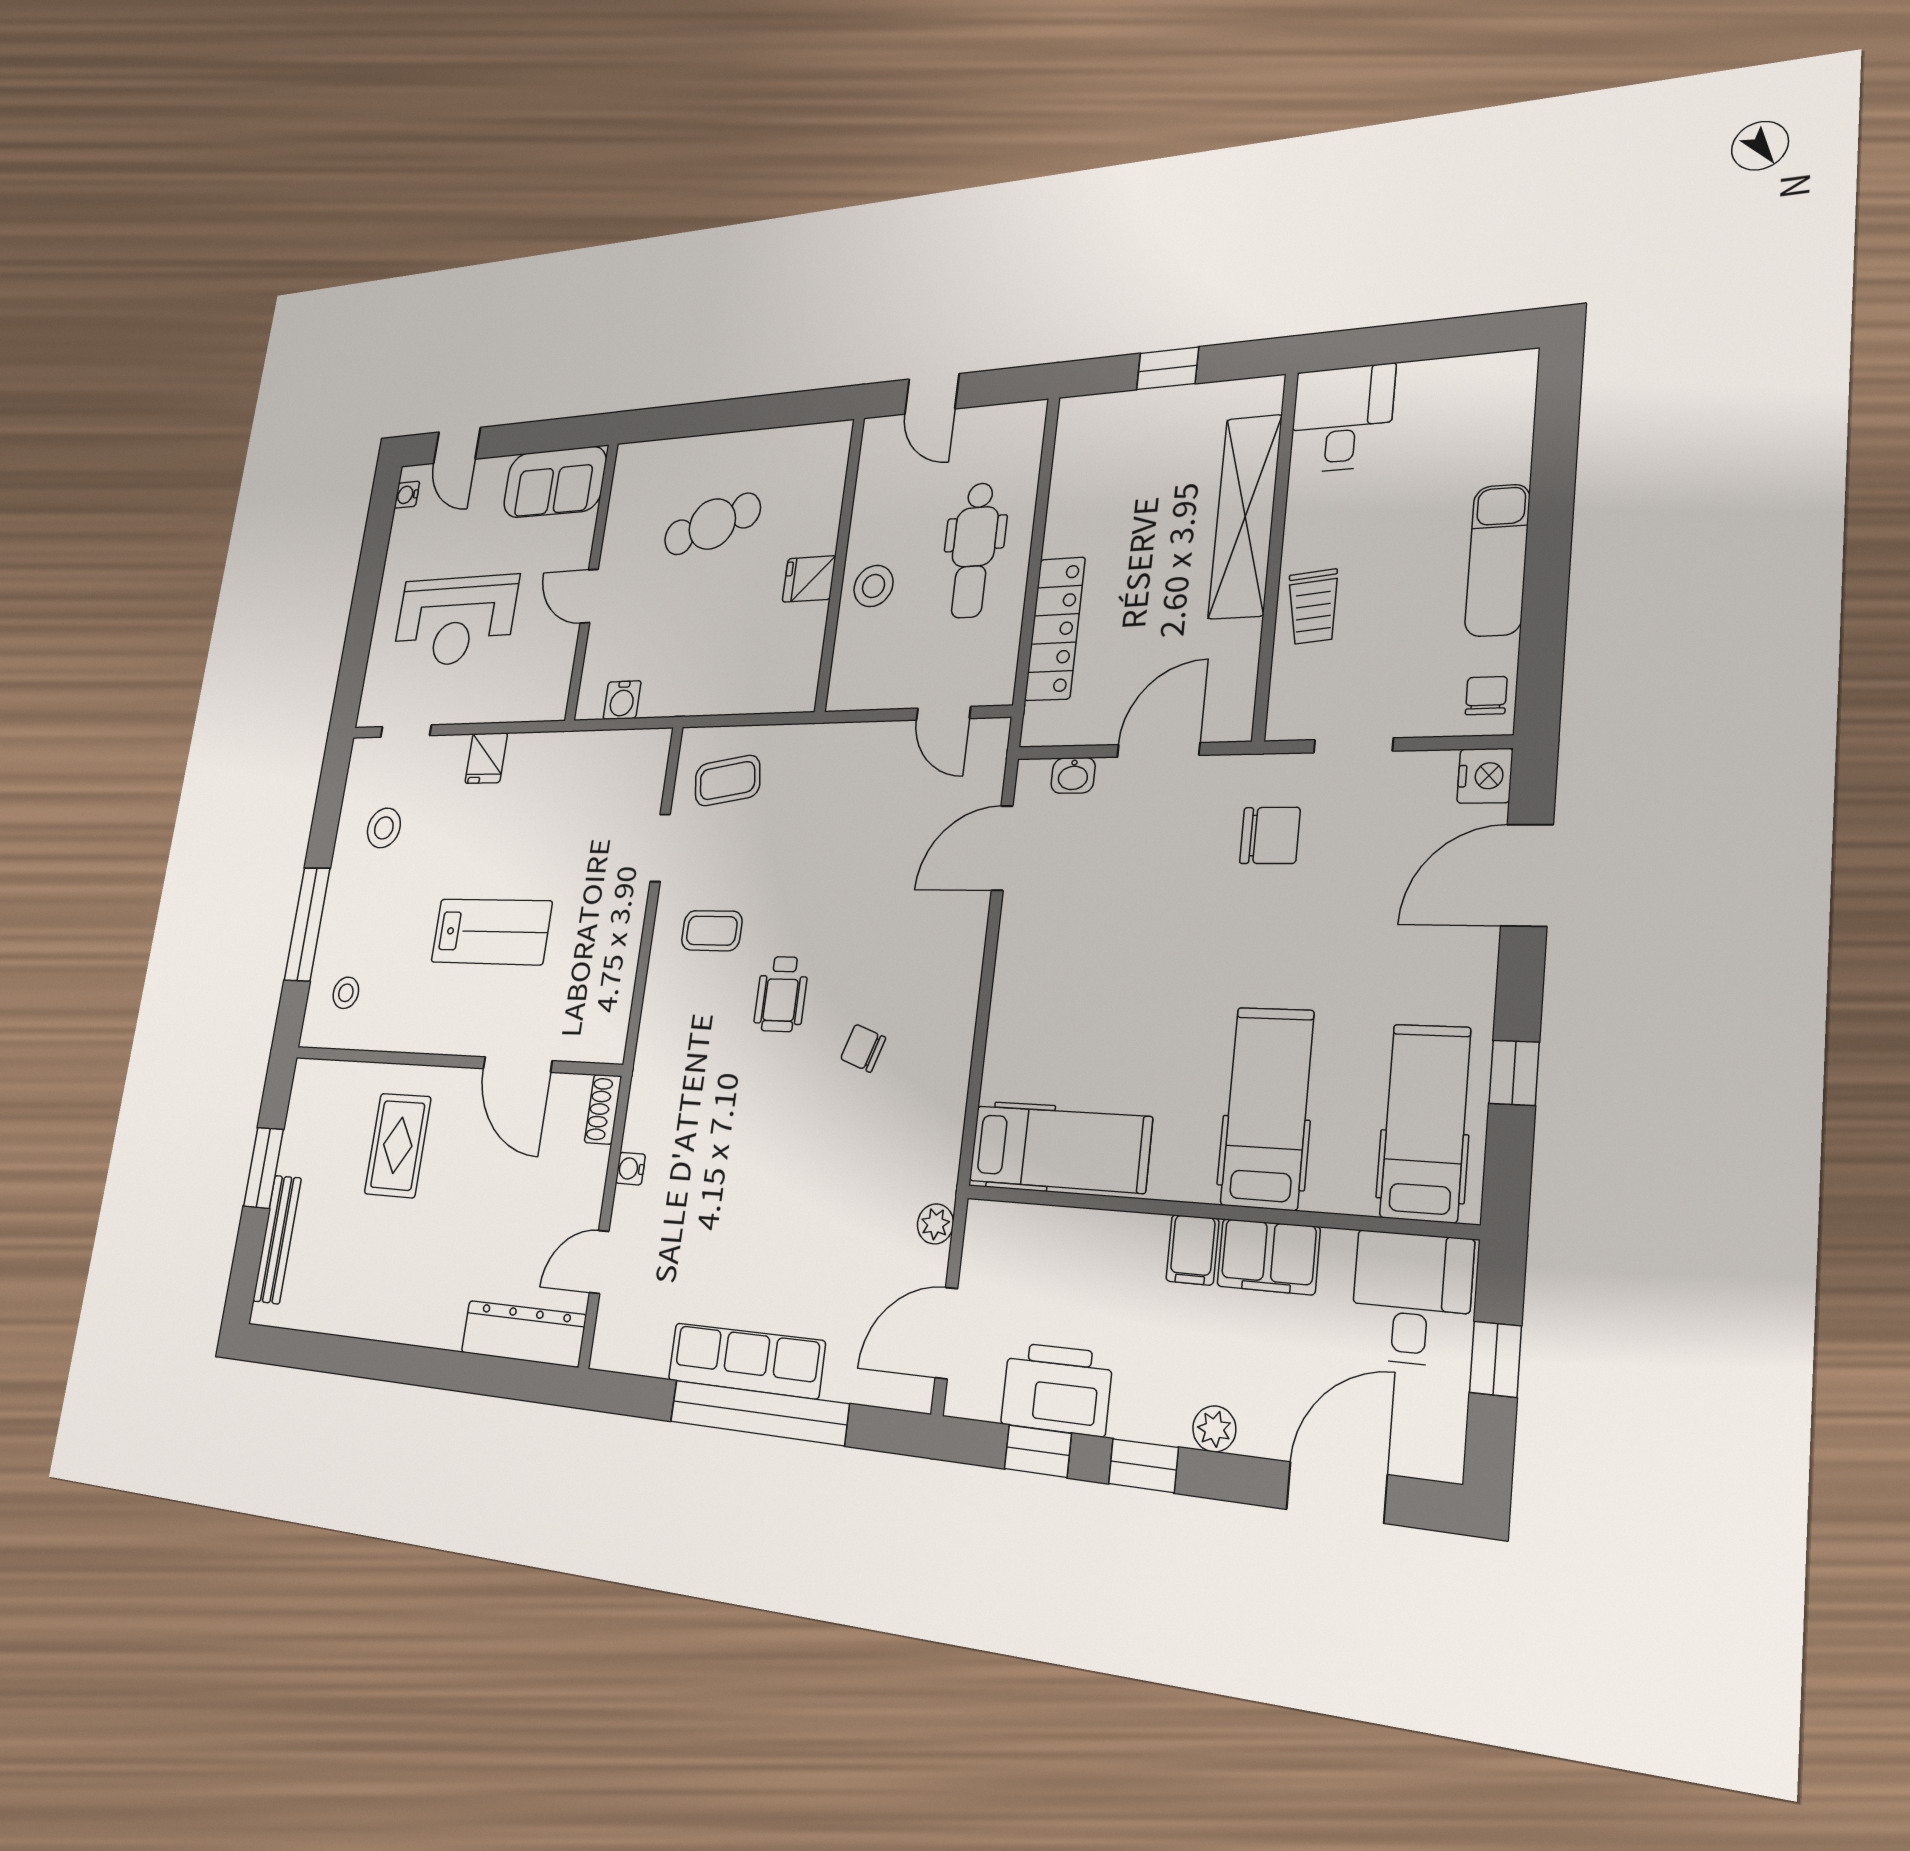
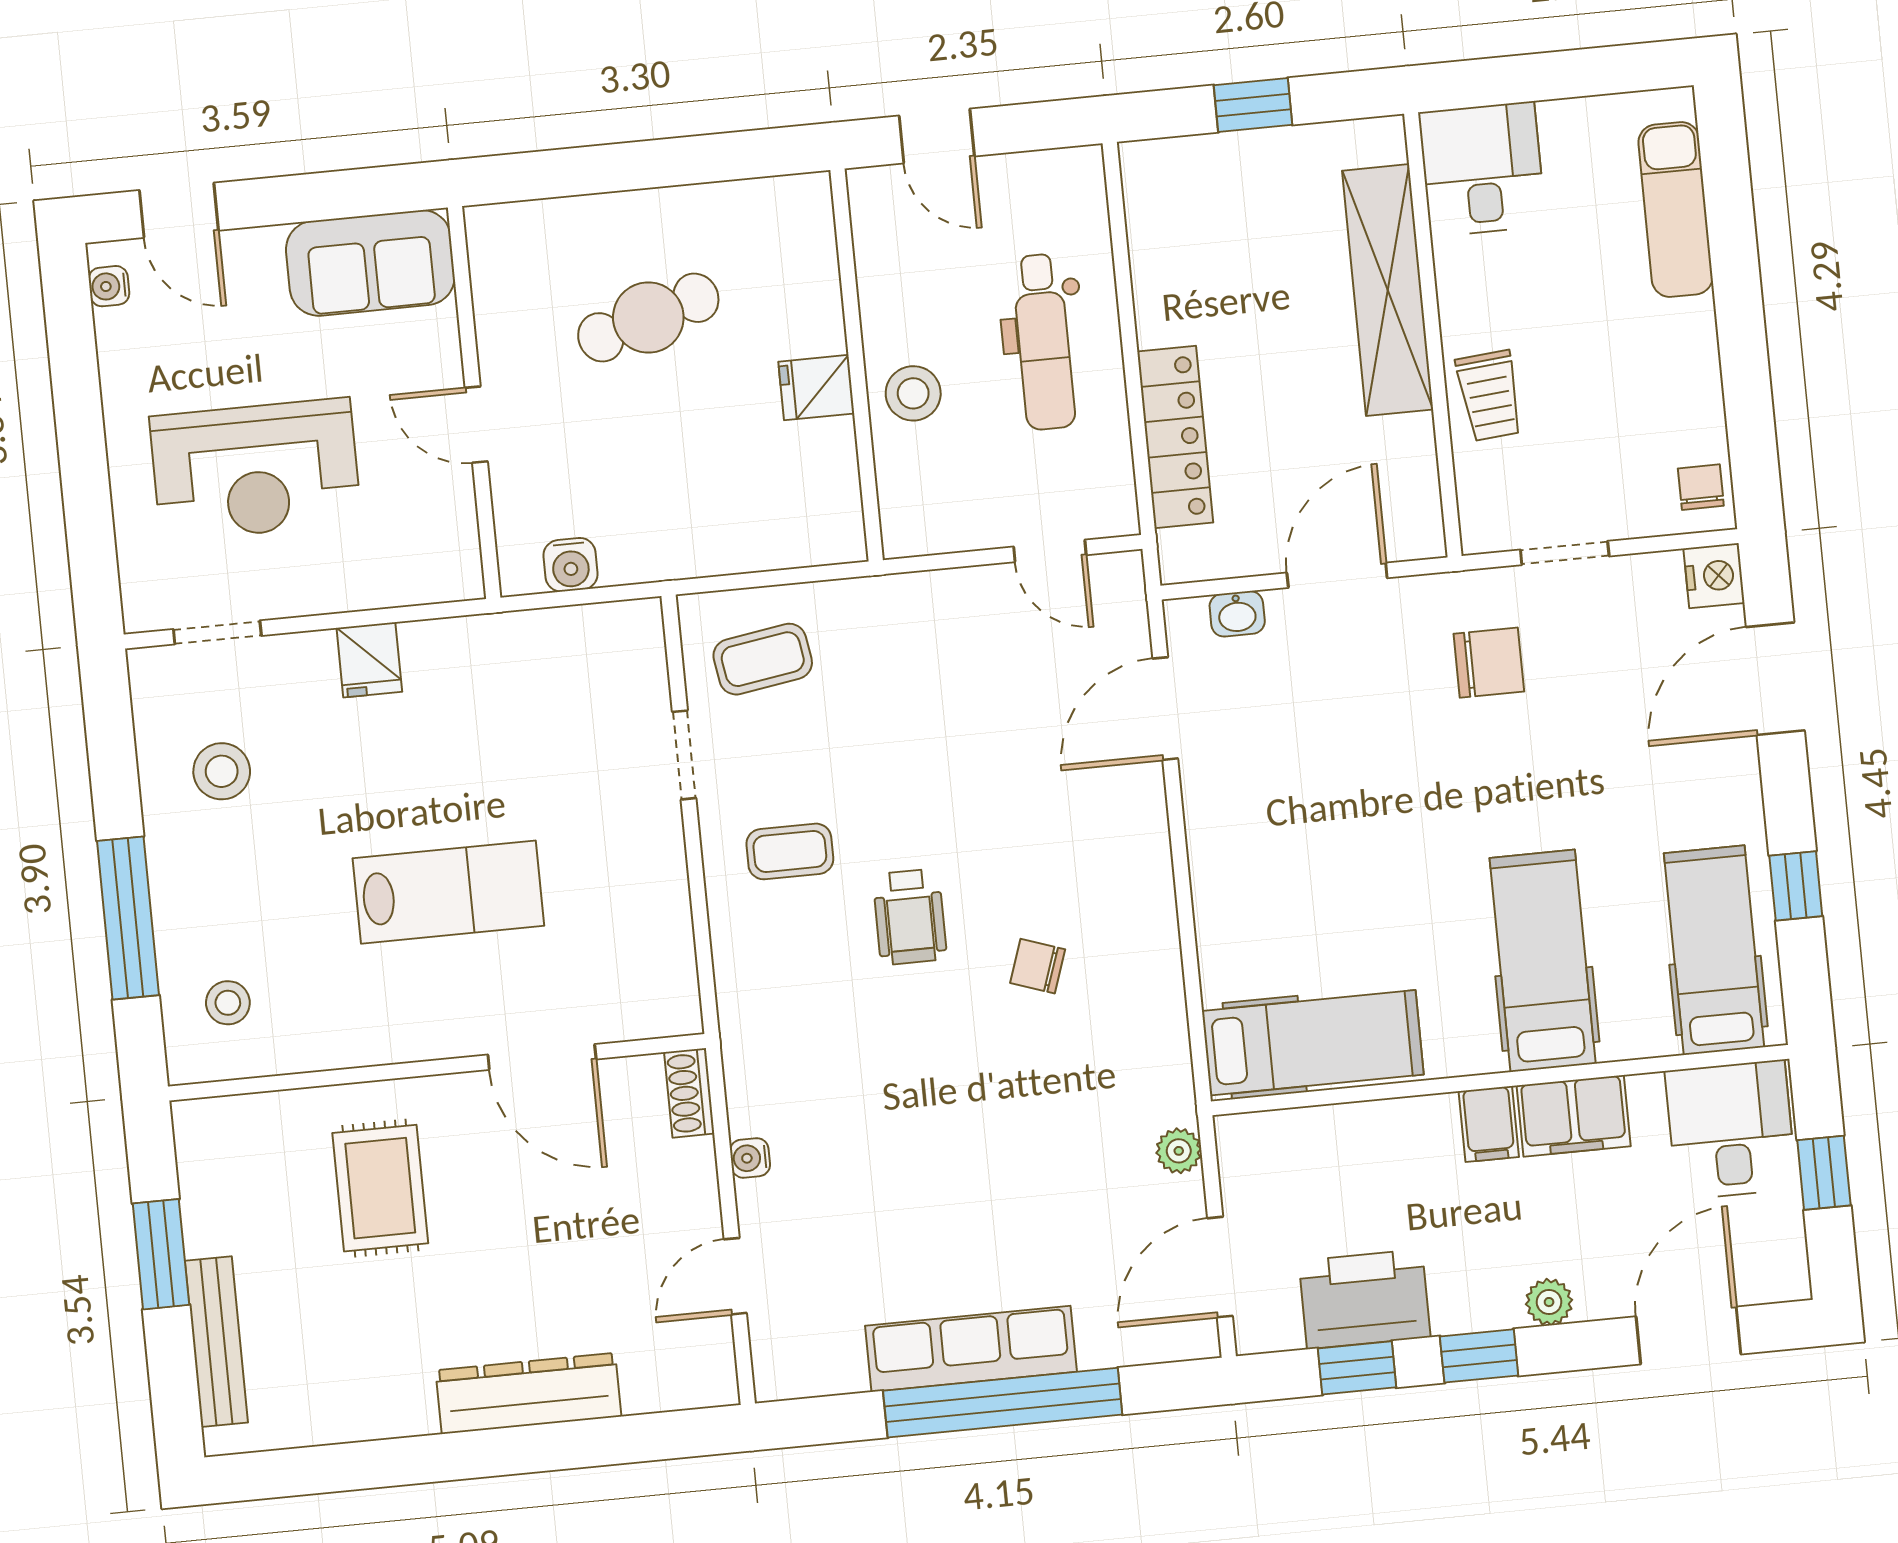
exam couch: (1498, 560) -> (1676, 209), moved
dresser: (523, 1334) -> (528, 1393), moved

